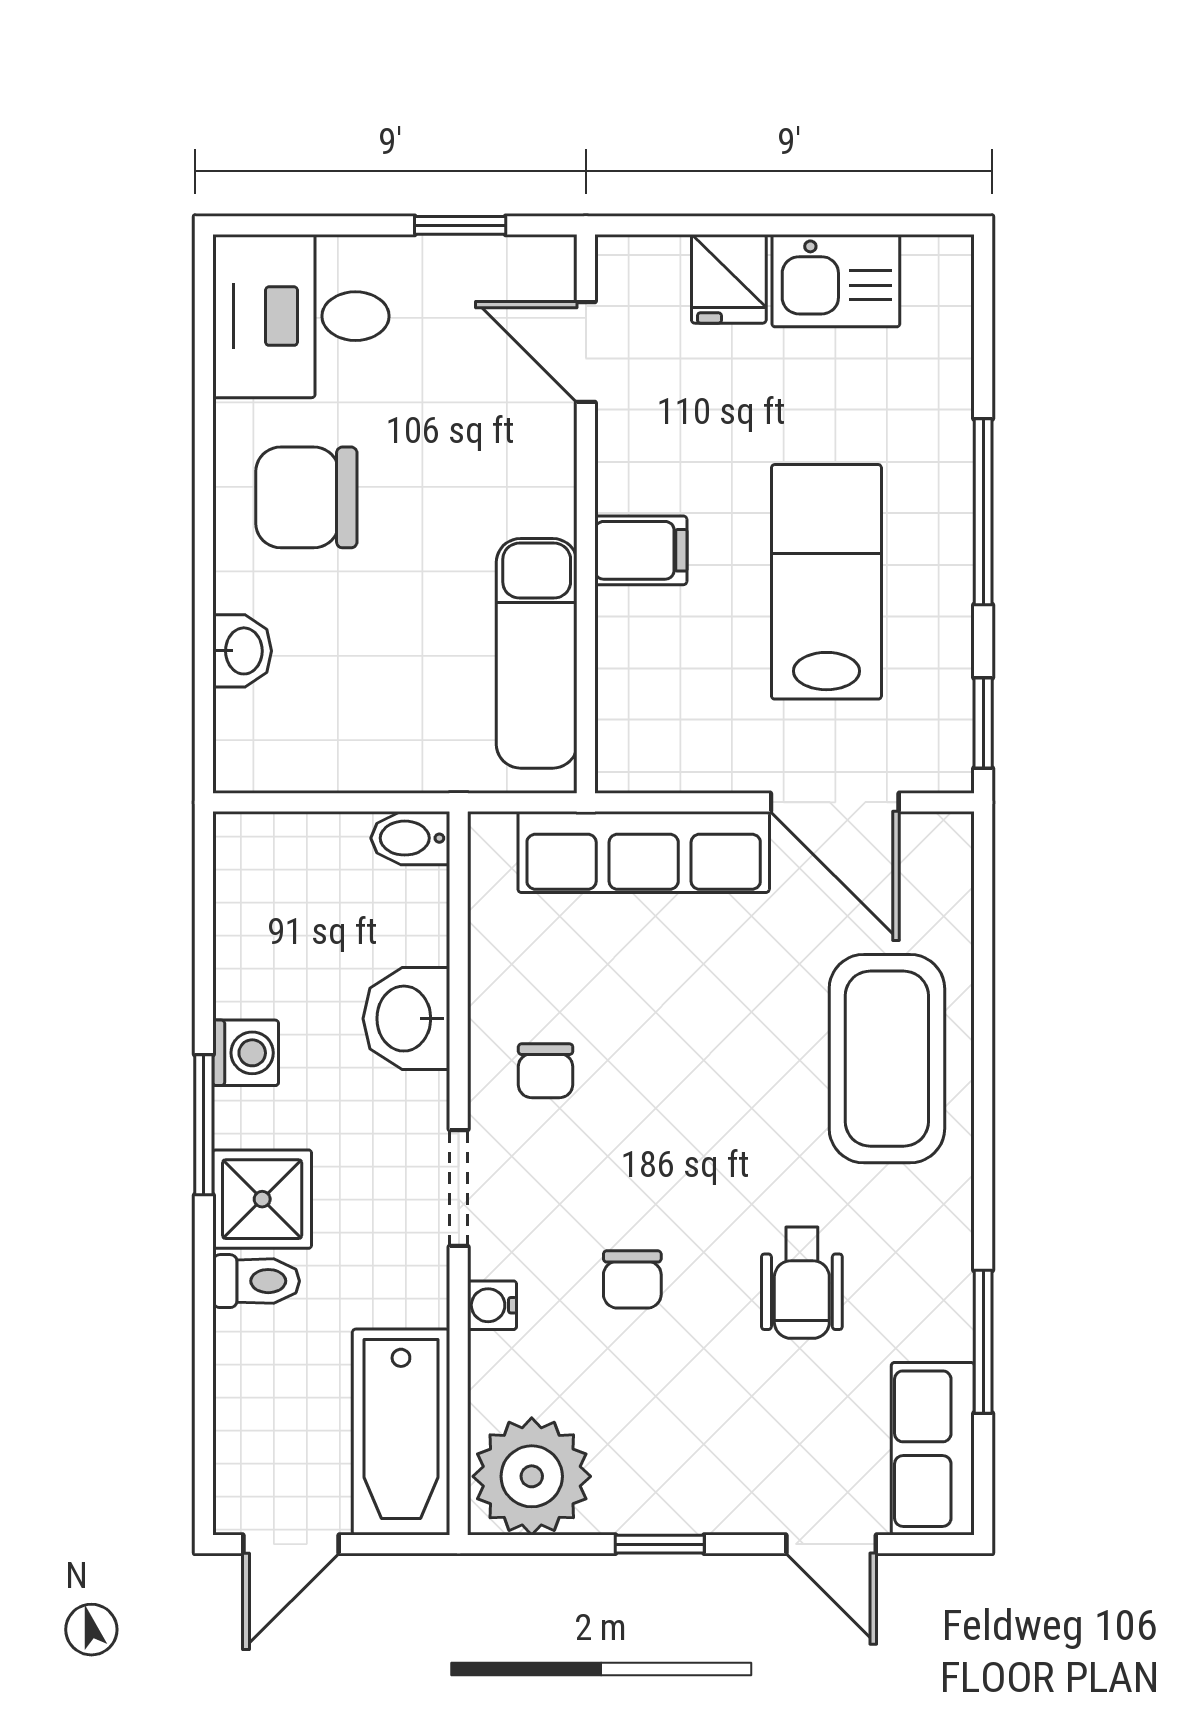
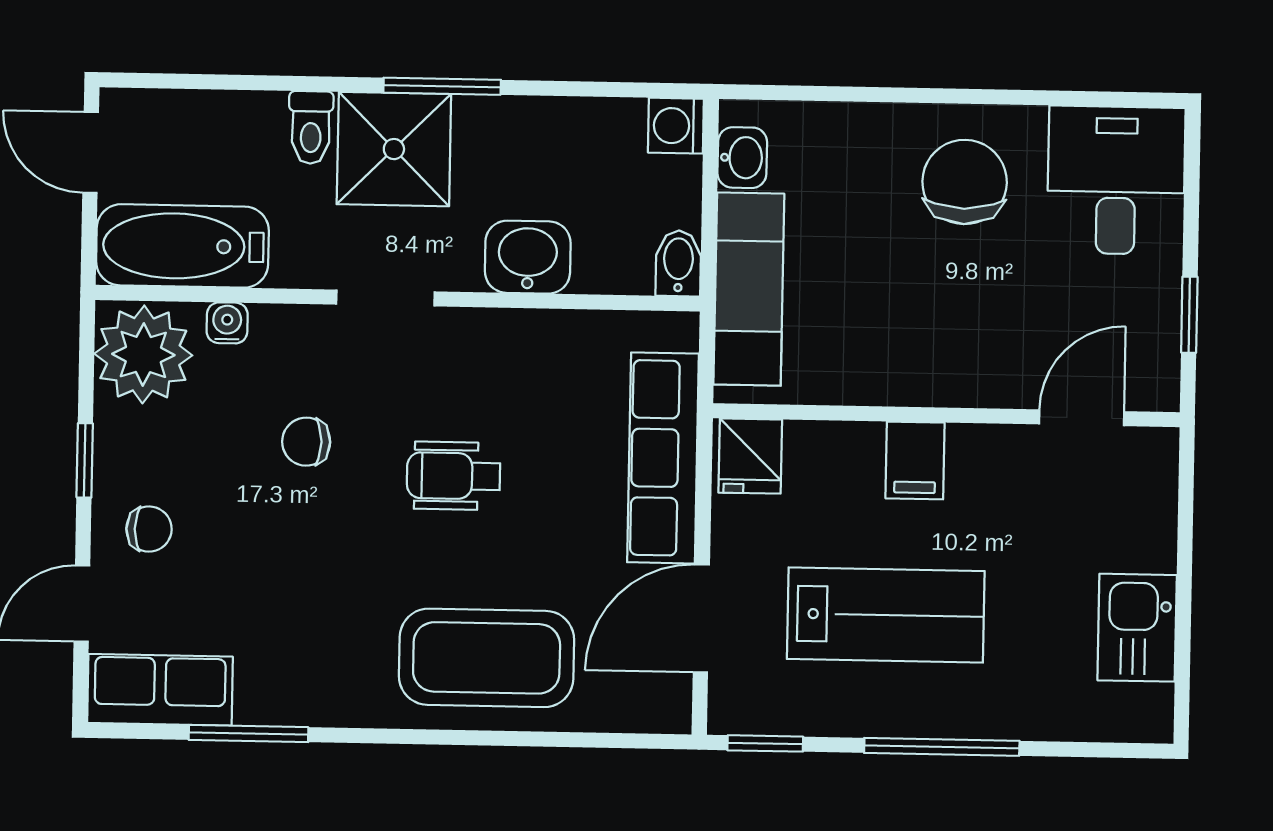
fridge: (729, 279) -> (750, 456), moved, turned -90
washbasin: (242, 651) -> (742, 158), moved, turned -90
exam couch: (537, 653) -> (749, 289), moved, turned 90
washing machine: (246, 1053) -> (676, 126), moved, turned 90
chair: (546, 1071) -> (149, 529), moved, turned 180
shower: (262, 1199) -> (394, 149), width x1.36, depth x1.36
wheelchair: (802, 1283) -> (454, 476), moved
water cooler: (492, 1305) -> (227, 323), moved

